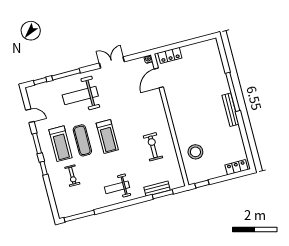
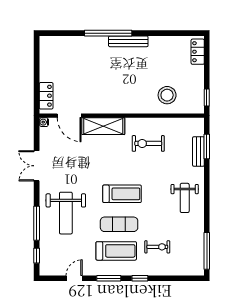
shelving: (157, 107) -> (103, 126), added

